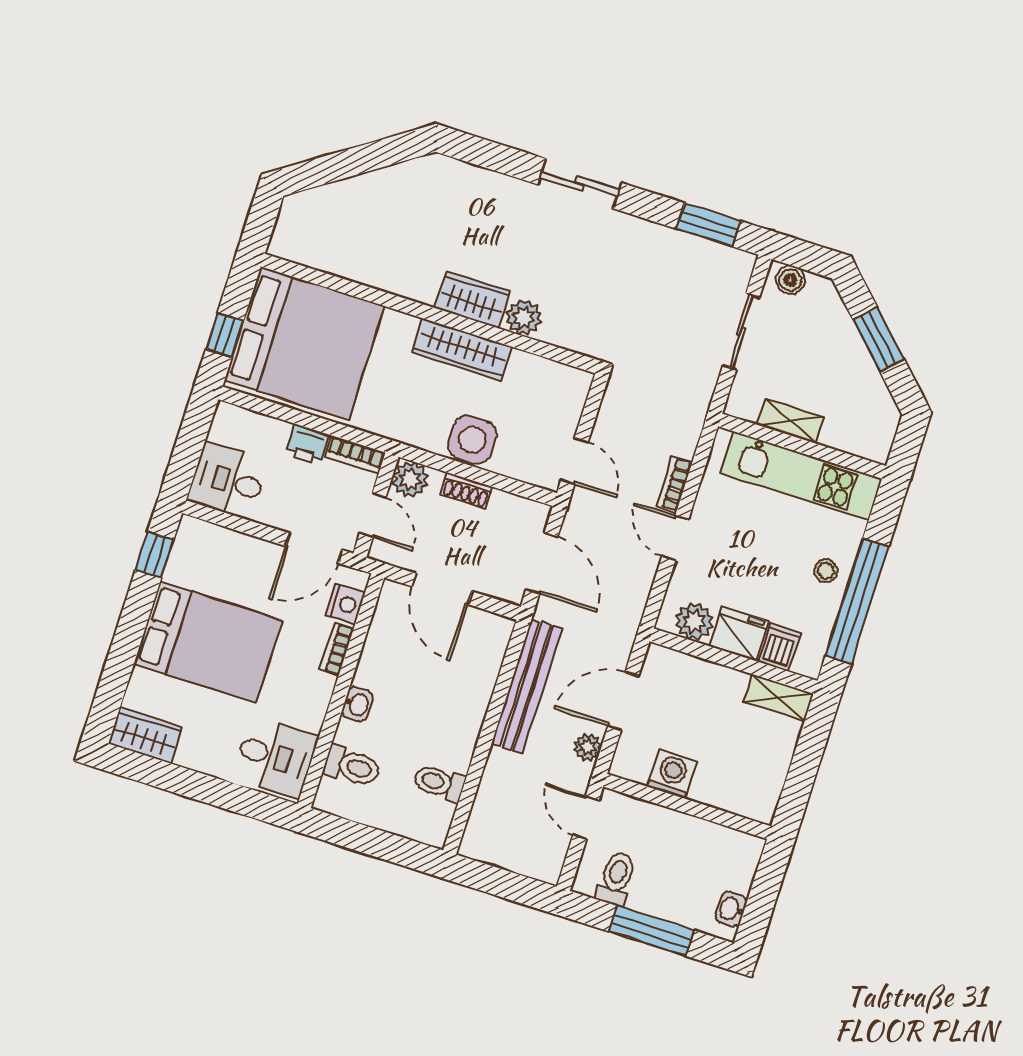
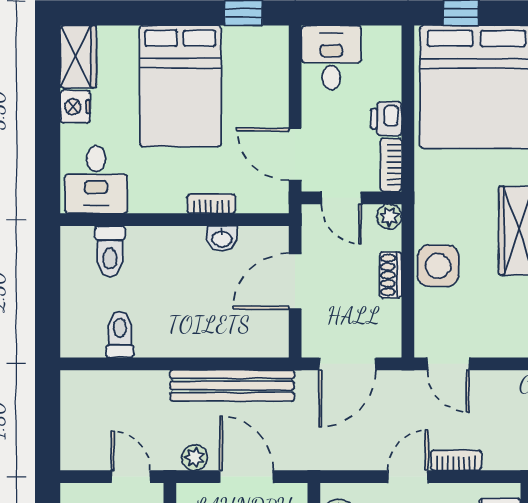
door: (574, 461) -> (448, 364), hinge flipped
plant: (410, 479) -> (389, 217), width x0.73, depth x0.73
door: (373, 515) -> (341, 198), hinge flipped
nightstand: (345, 604) -> (75, 107), moved, turned 90
washbasin: (357, 704) -> (222, 238), moved
door: (586, 818) -> (131, 477), hinge flipped

